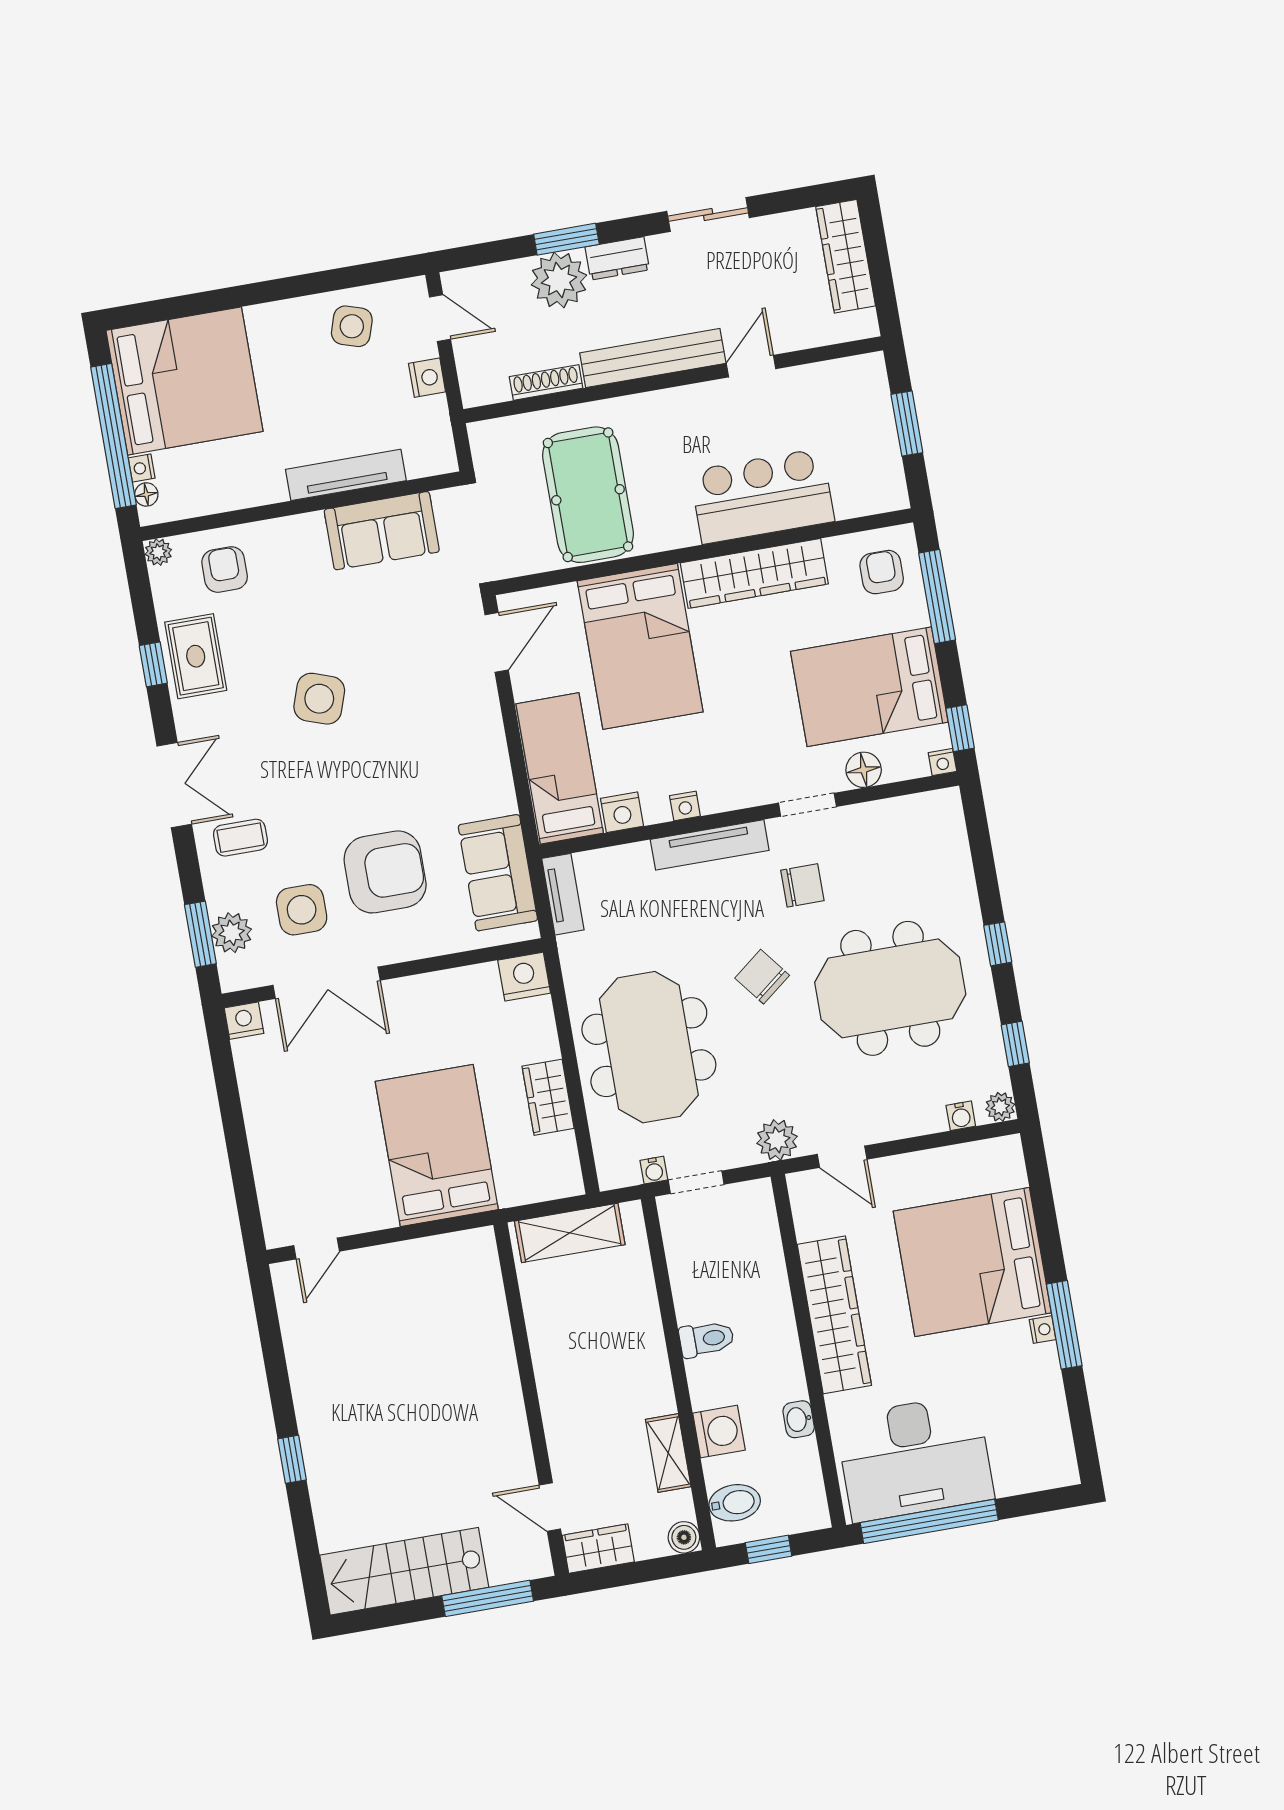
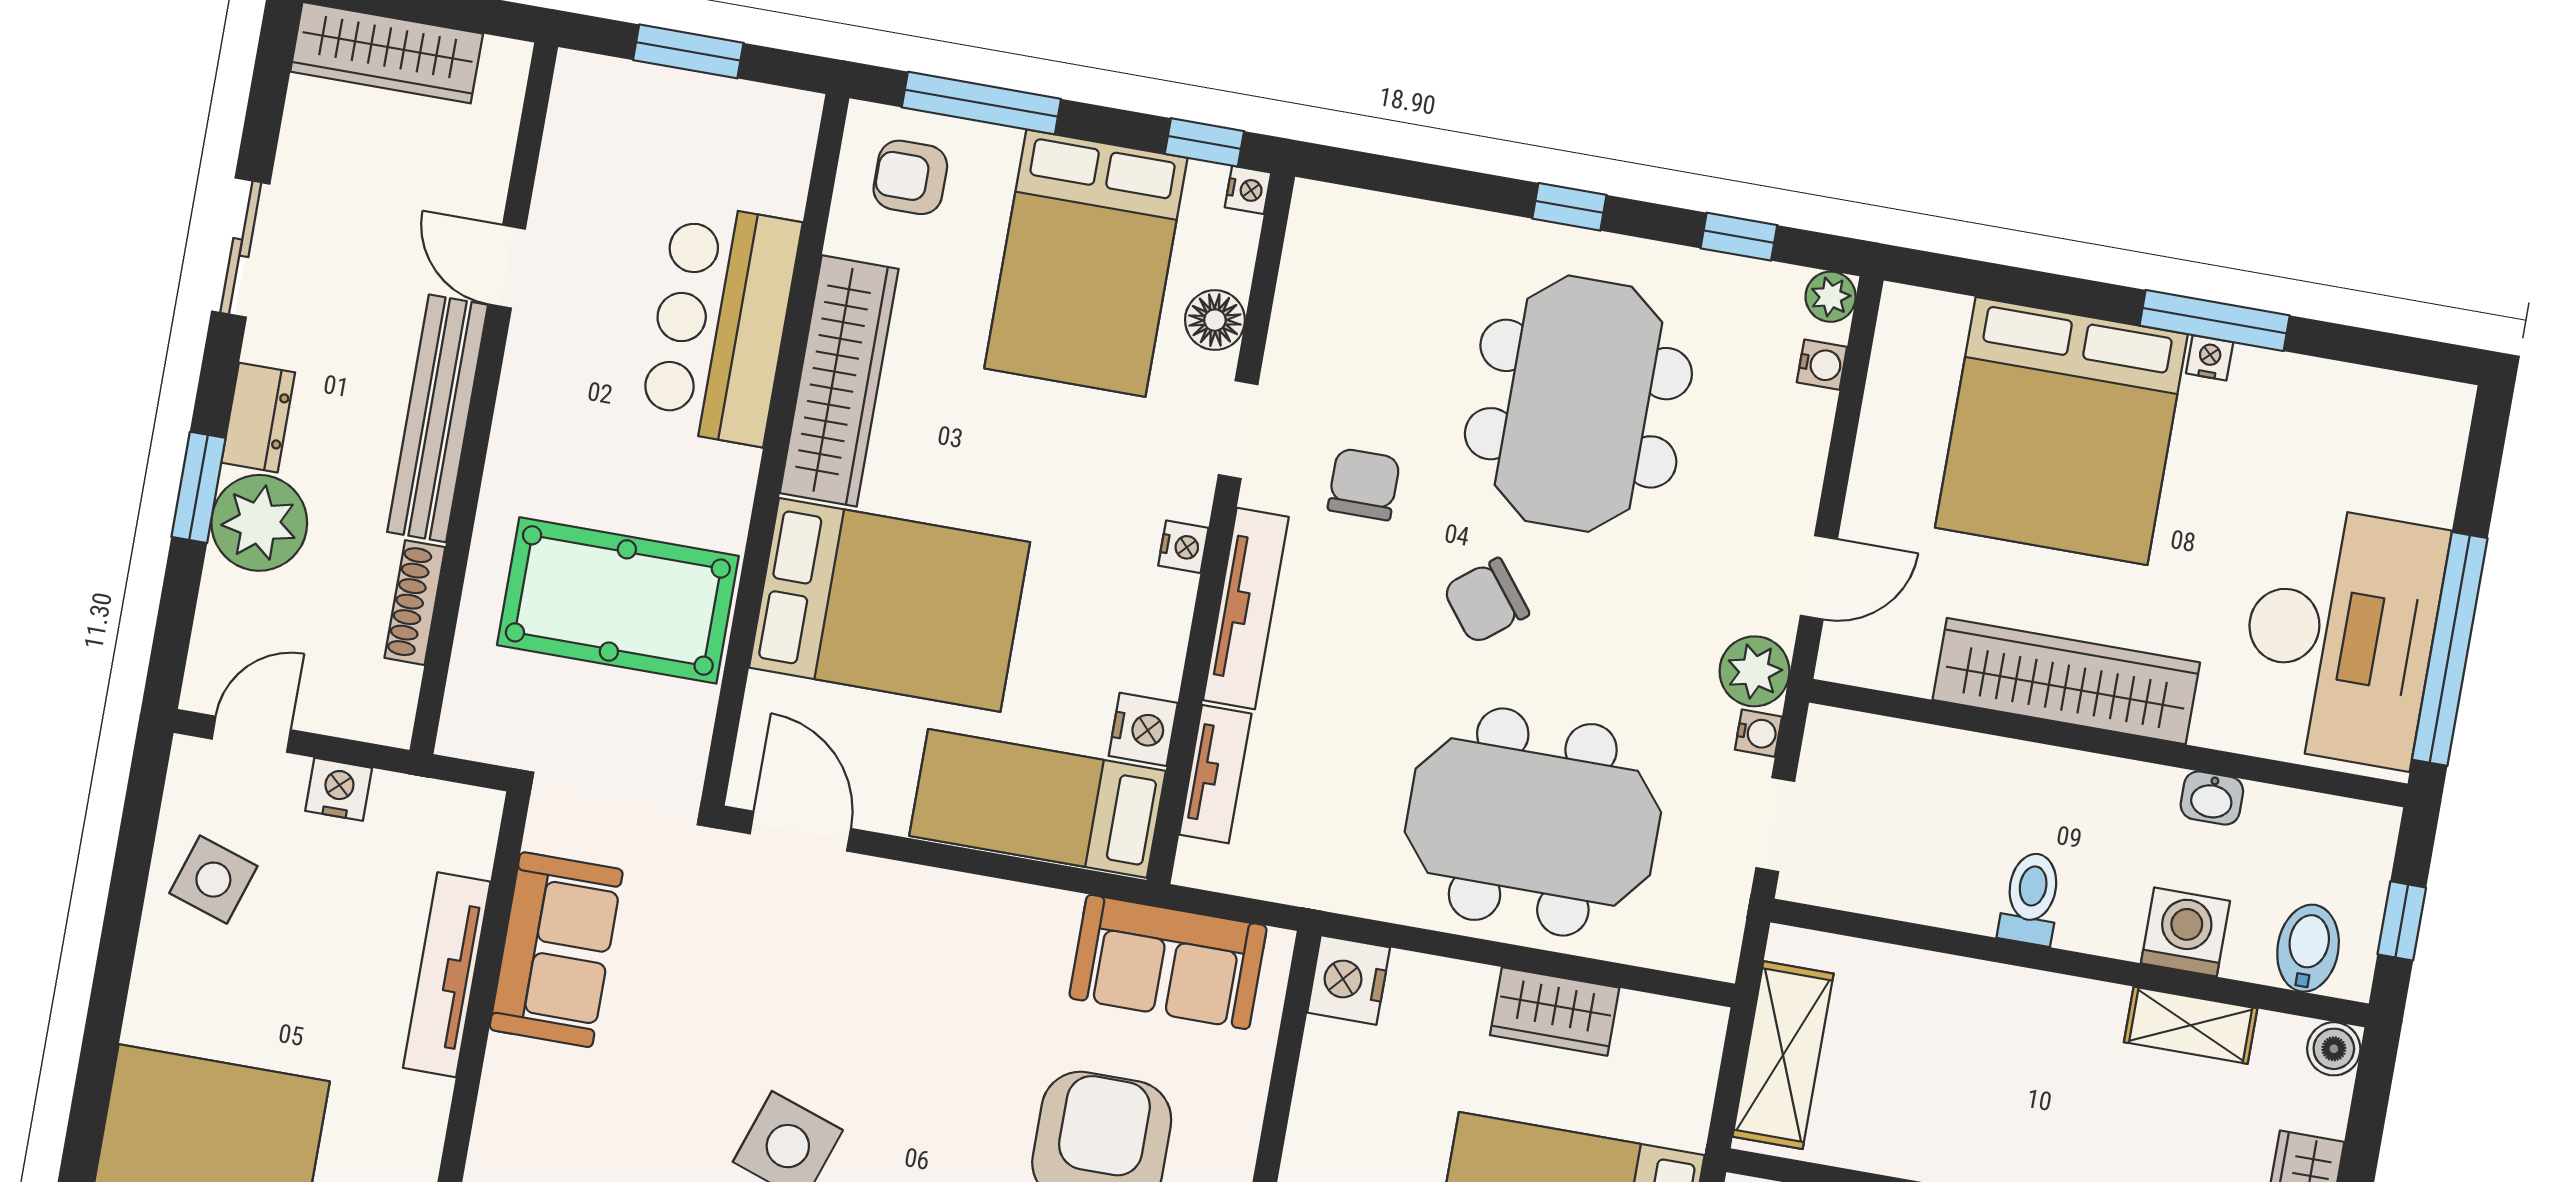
nightstand: (685, 806) -> (1183, 547), moved
tv unit: (563, 894) -> (1215, 774), moved, turned 90
water cooler: (654, 1170) -> (1758, 733), moved

